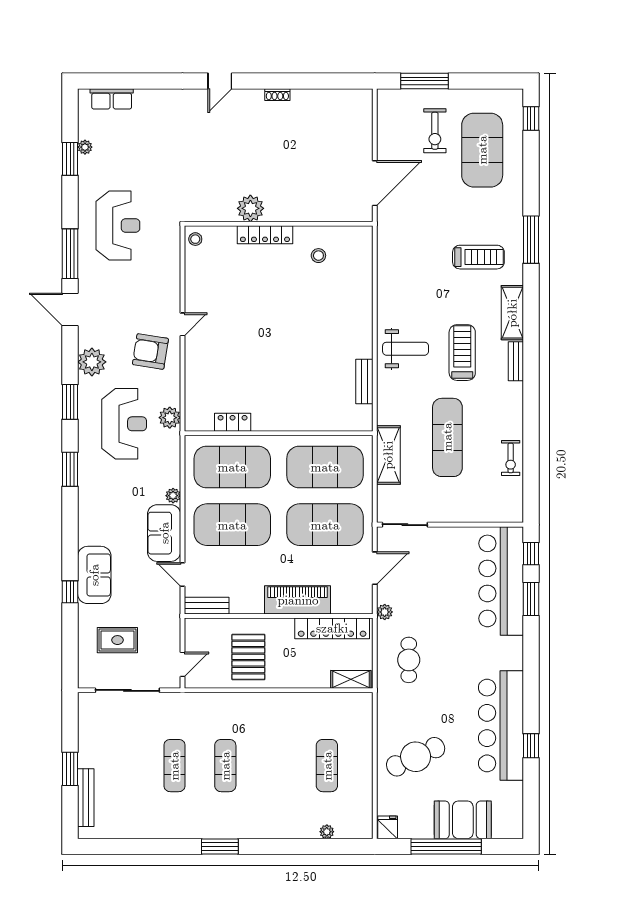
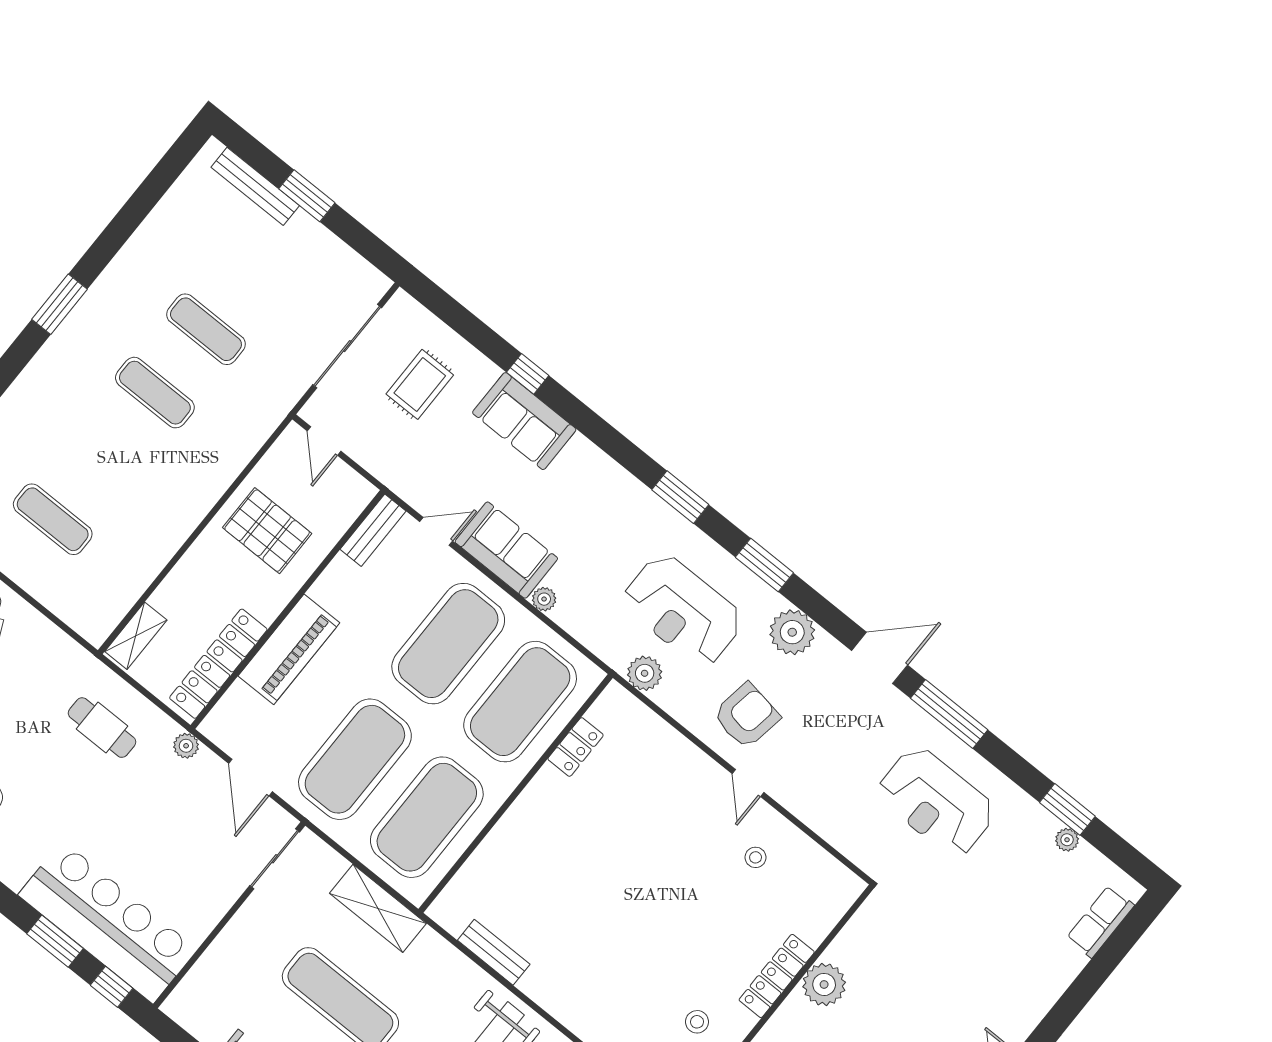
stool: (195, 239) -> (756, 857), moved

